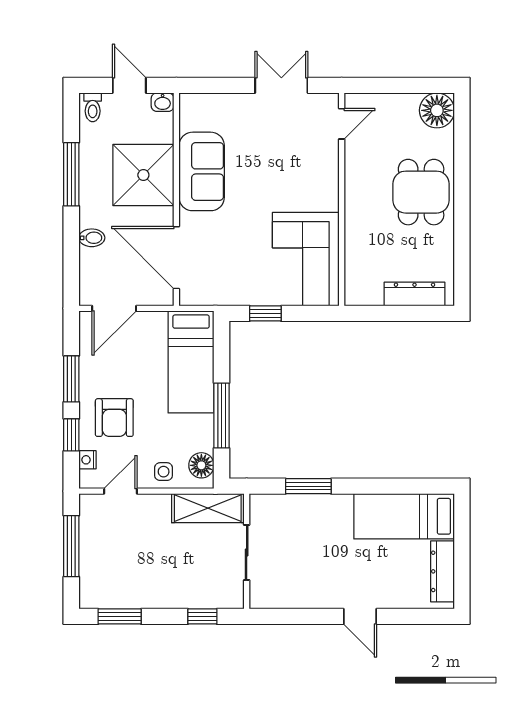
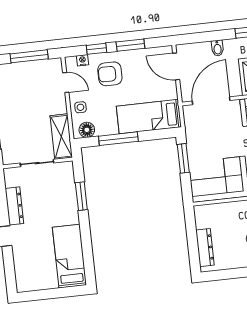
window: (265, 313) -> (183, 158), width x1.50
dresser: (442, 571) -> (14, 206), moved, turned 90

